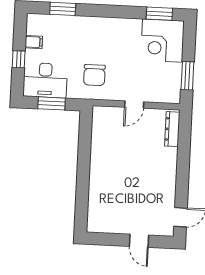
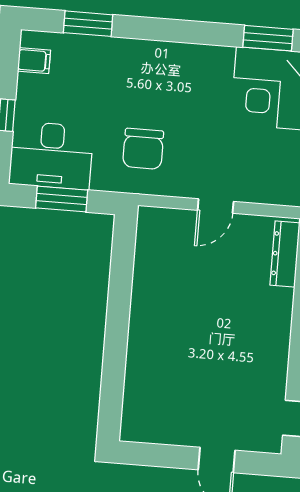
filing cabinet: (34, 42) -> (34, 61), moved

